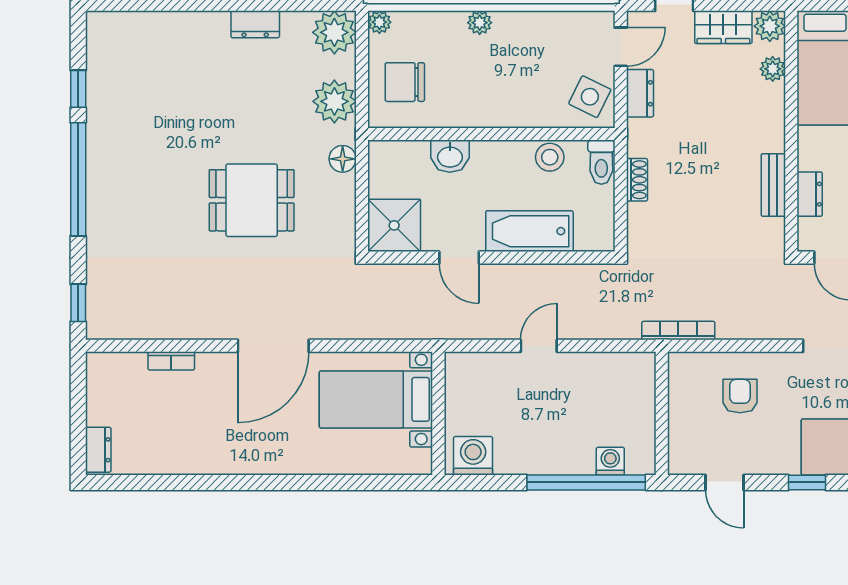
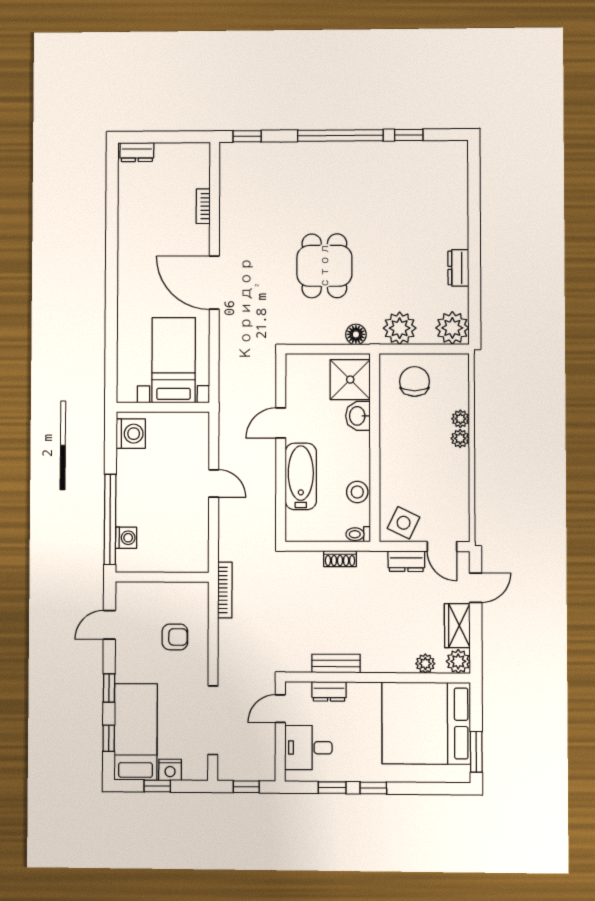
plant: (379, 22) -> (460, 419), moved
toilet: (601, 162) -> (358, 534), width x0.73, depth x0.72
shower: (394, 225) -> (350, 380), moved

